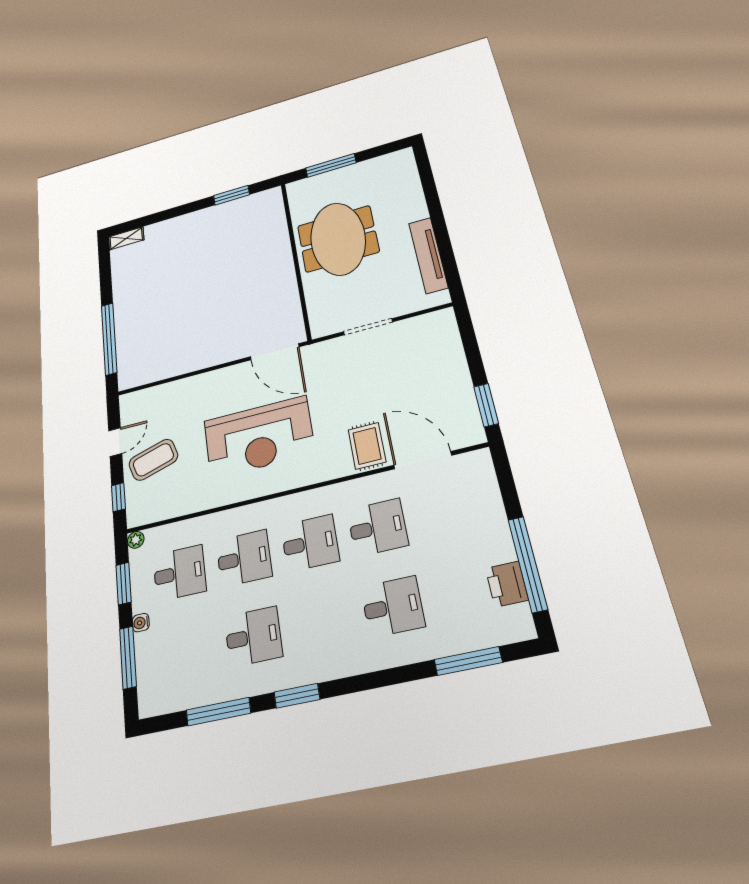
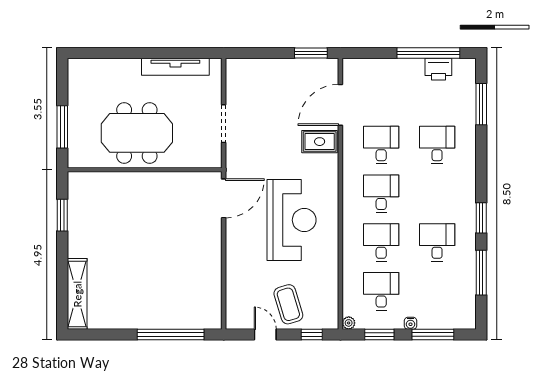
shelving: (126, 238) -> (77, 294), width x2.20, depth x1.33

